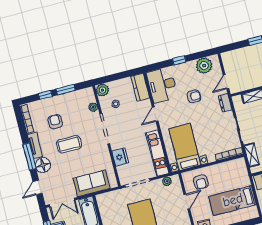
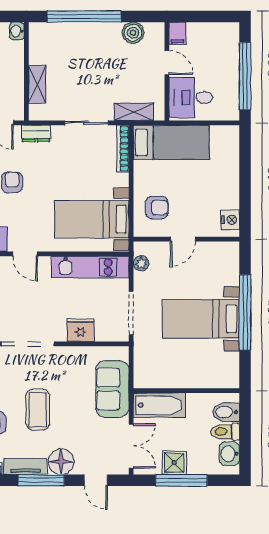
bed: (233, 200) -> (171, 142), moved, turned -90
door: (187, 201) -> (183, 239), swing flipped

